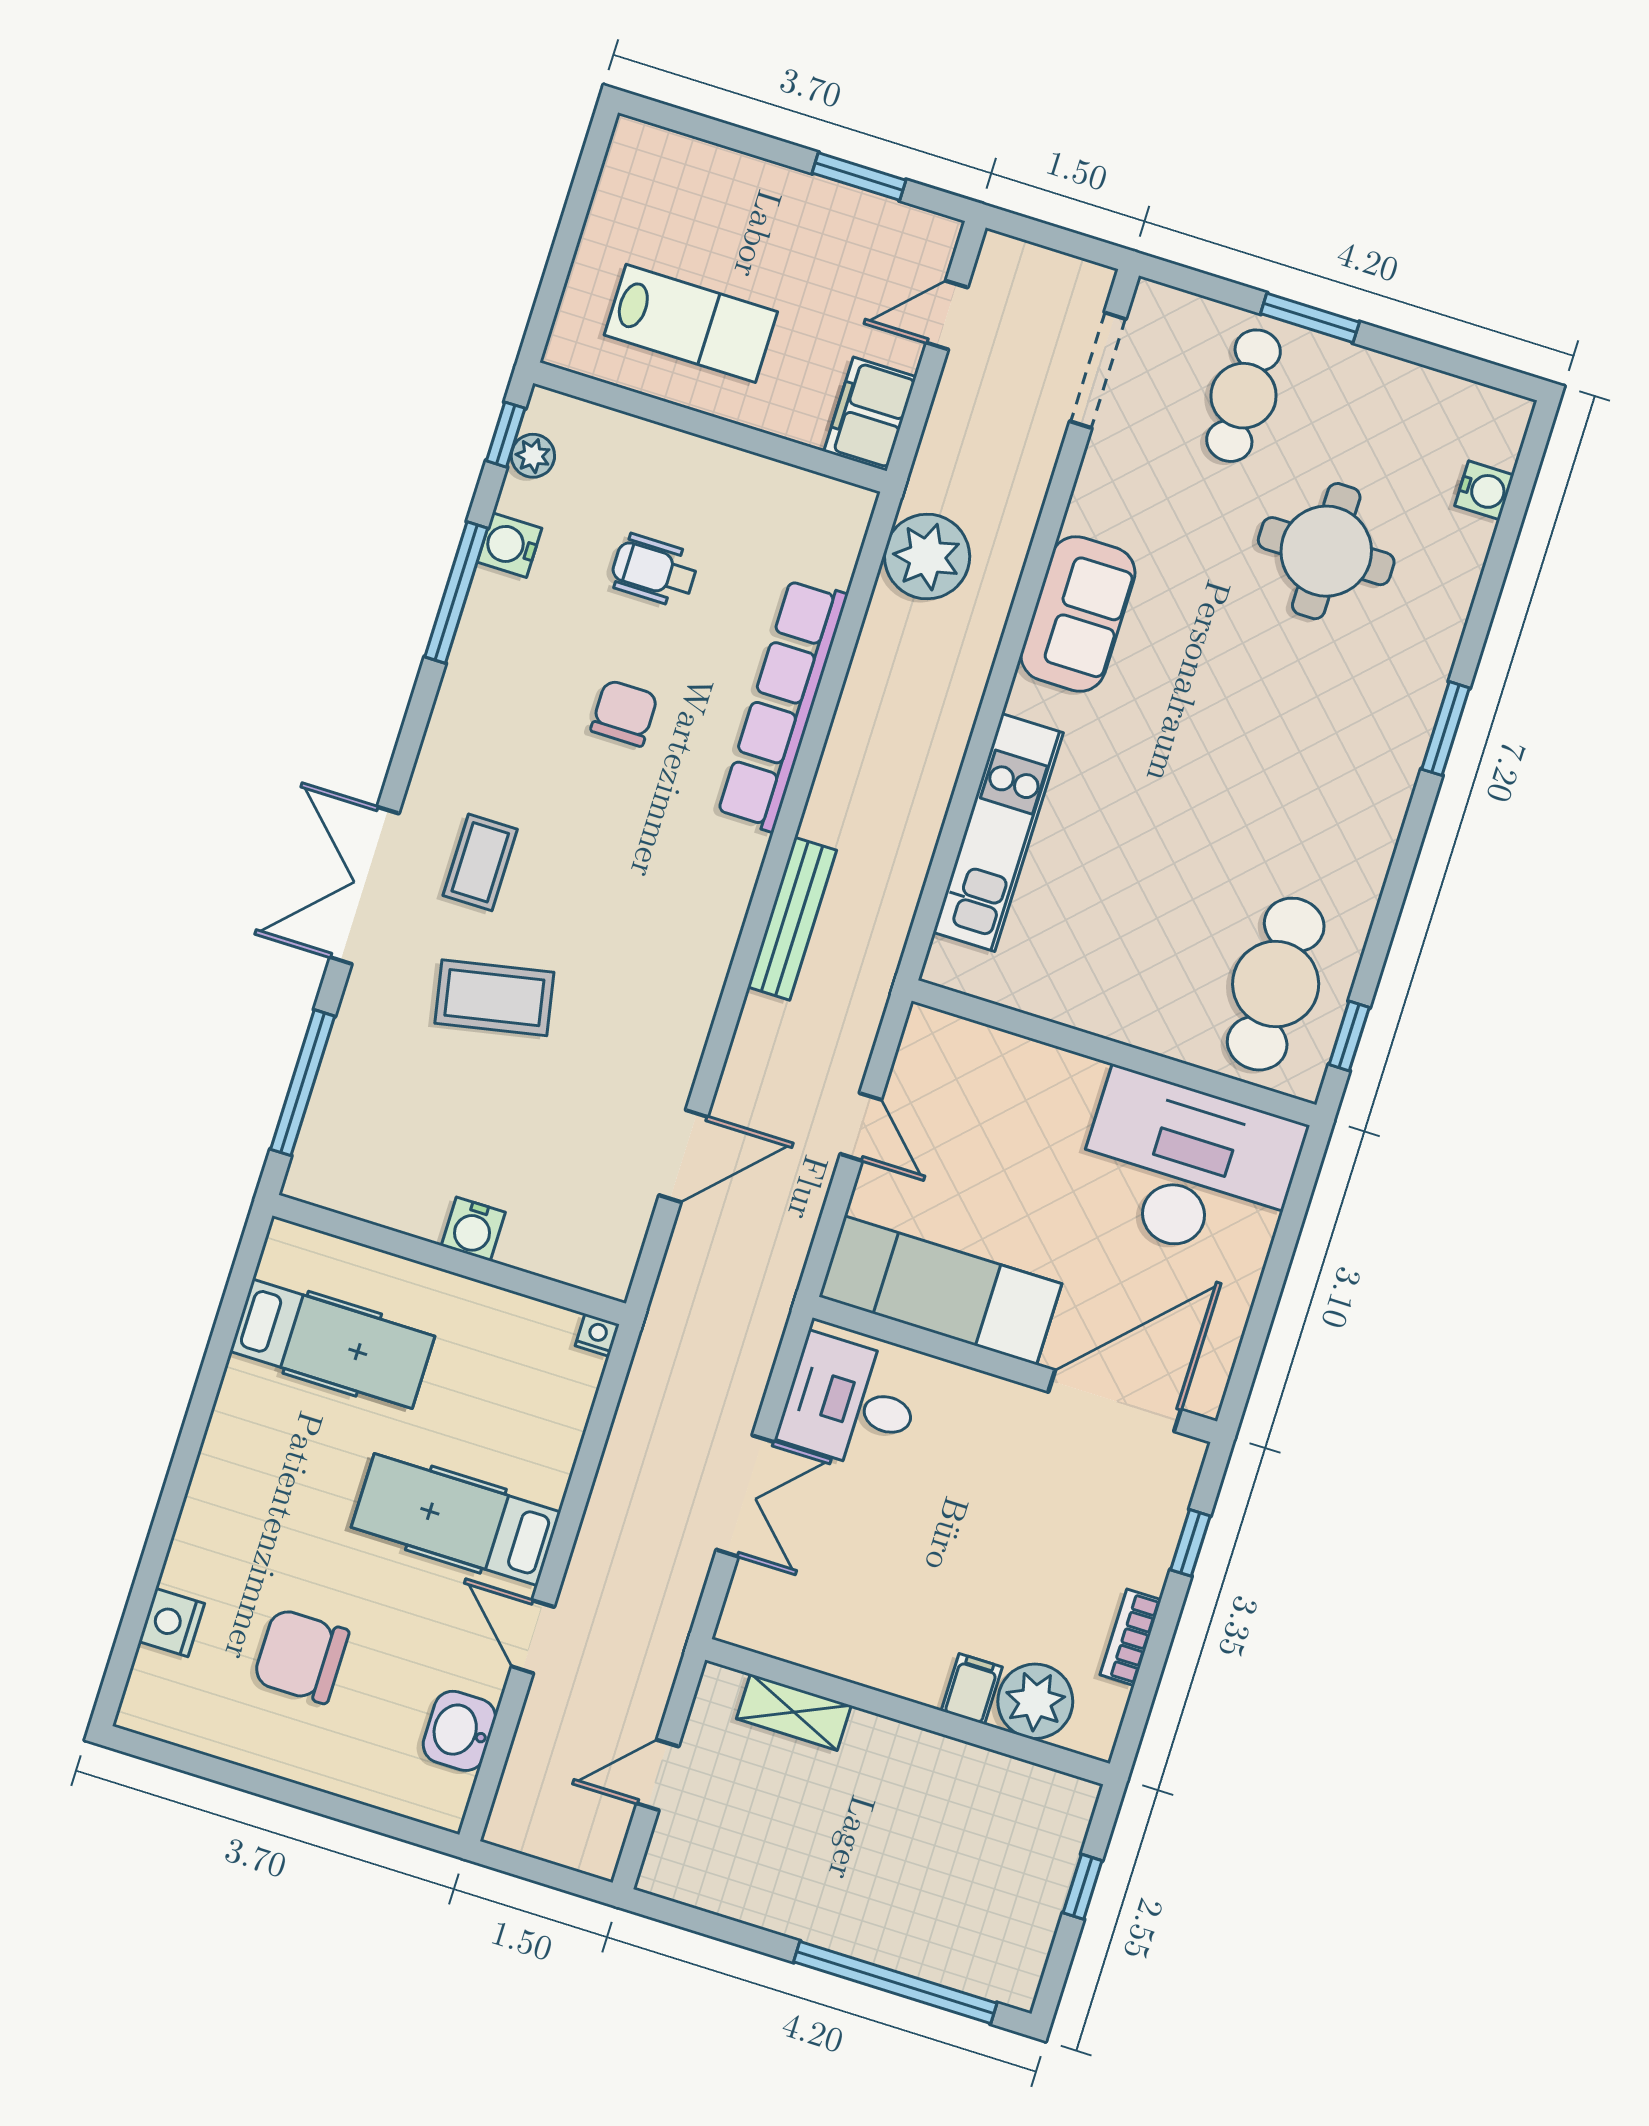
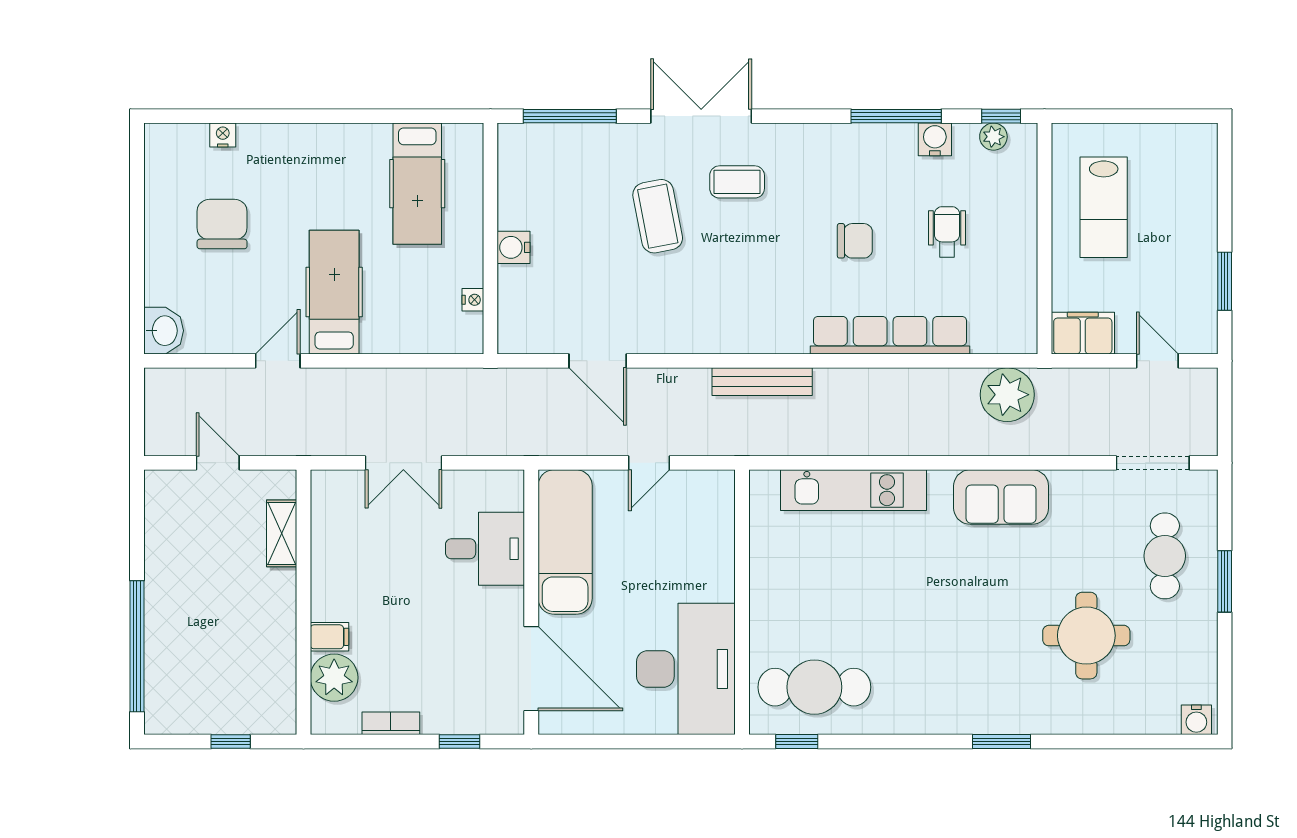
cafe table: (1244, 396) -> (1165, 556), turned 90
water cooler: (1484, 490) -> (1196, 720), moved
nightstand: (597, 1335) -> (473, 300), moved
desk: (851, 1403) -> (485, 549), moved, turned 90
nightstand: (172, 1623) -> (223, 135), width x0.72, depth x0.74
washbasin: (459, 1731) -> (164, 331), moved, turned 90

